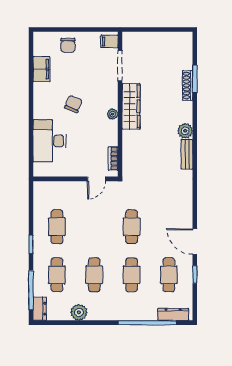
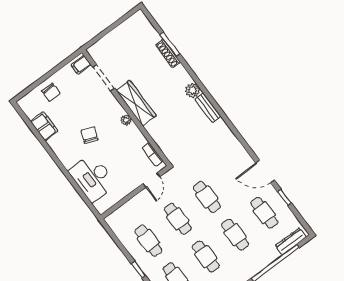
cafe table: (94, 227) -> (178, 219), added

